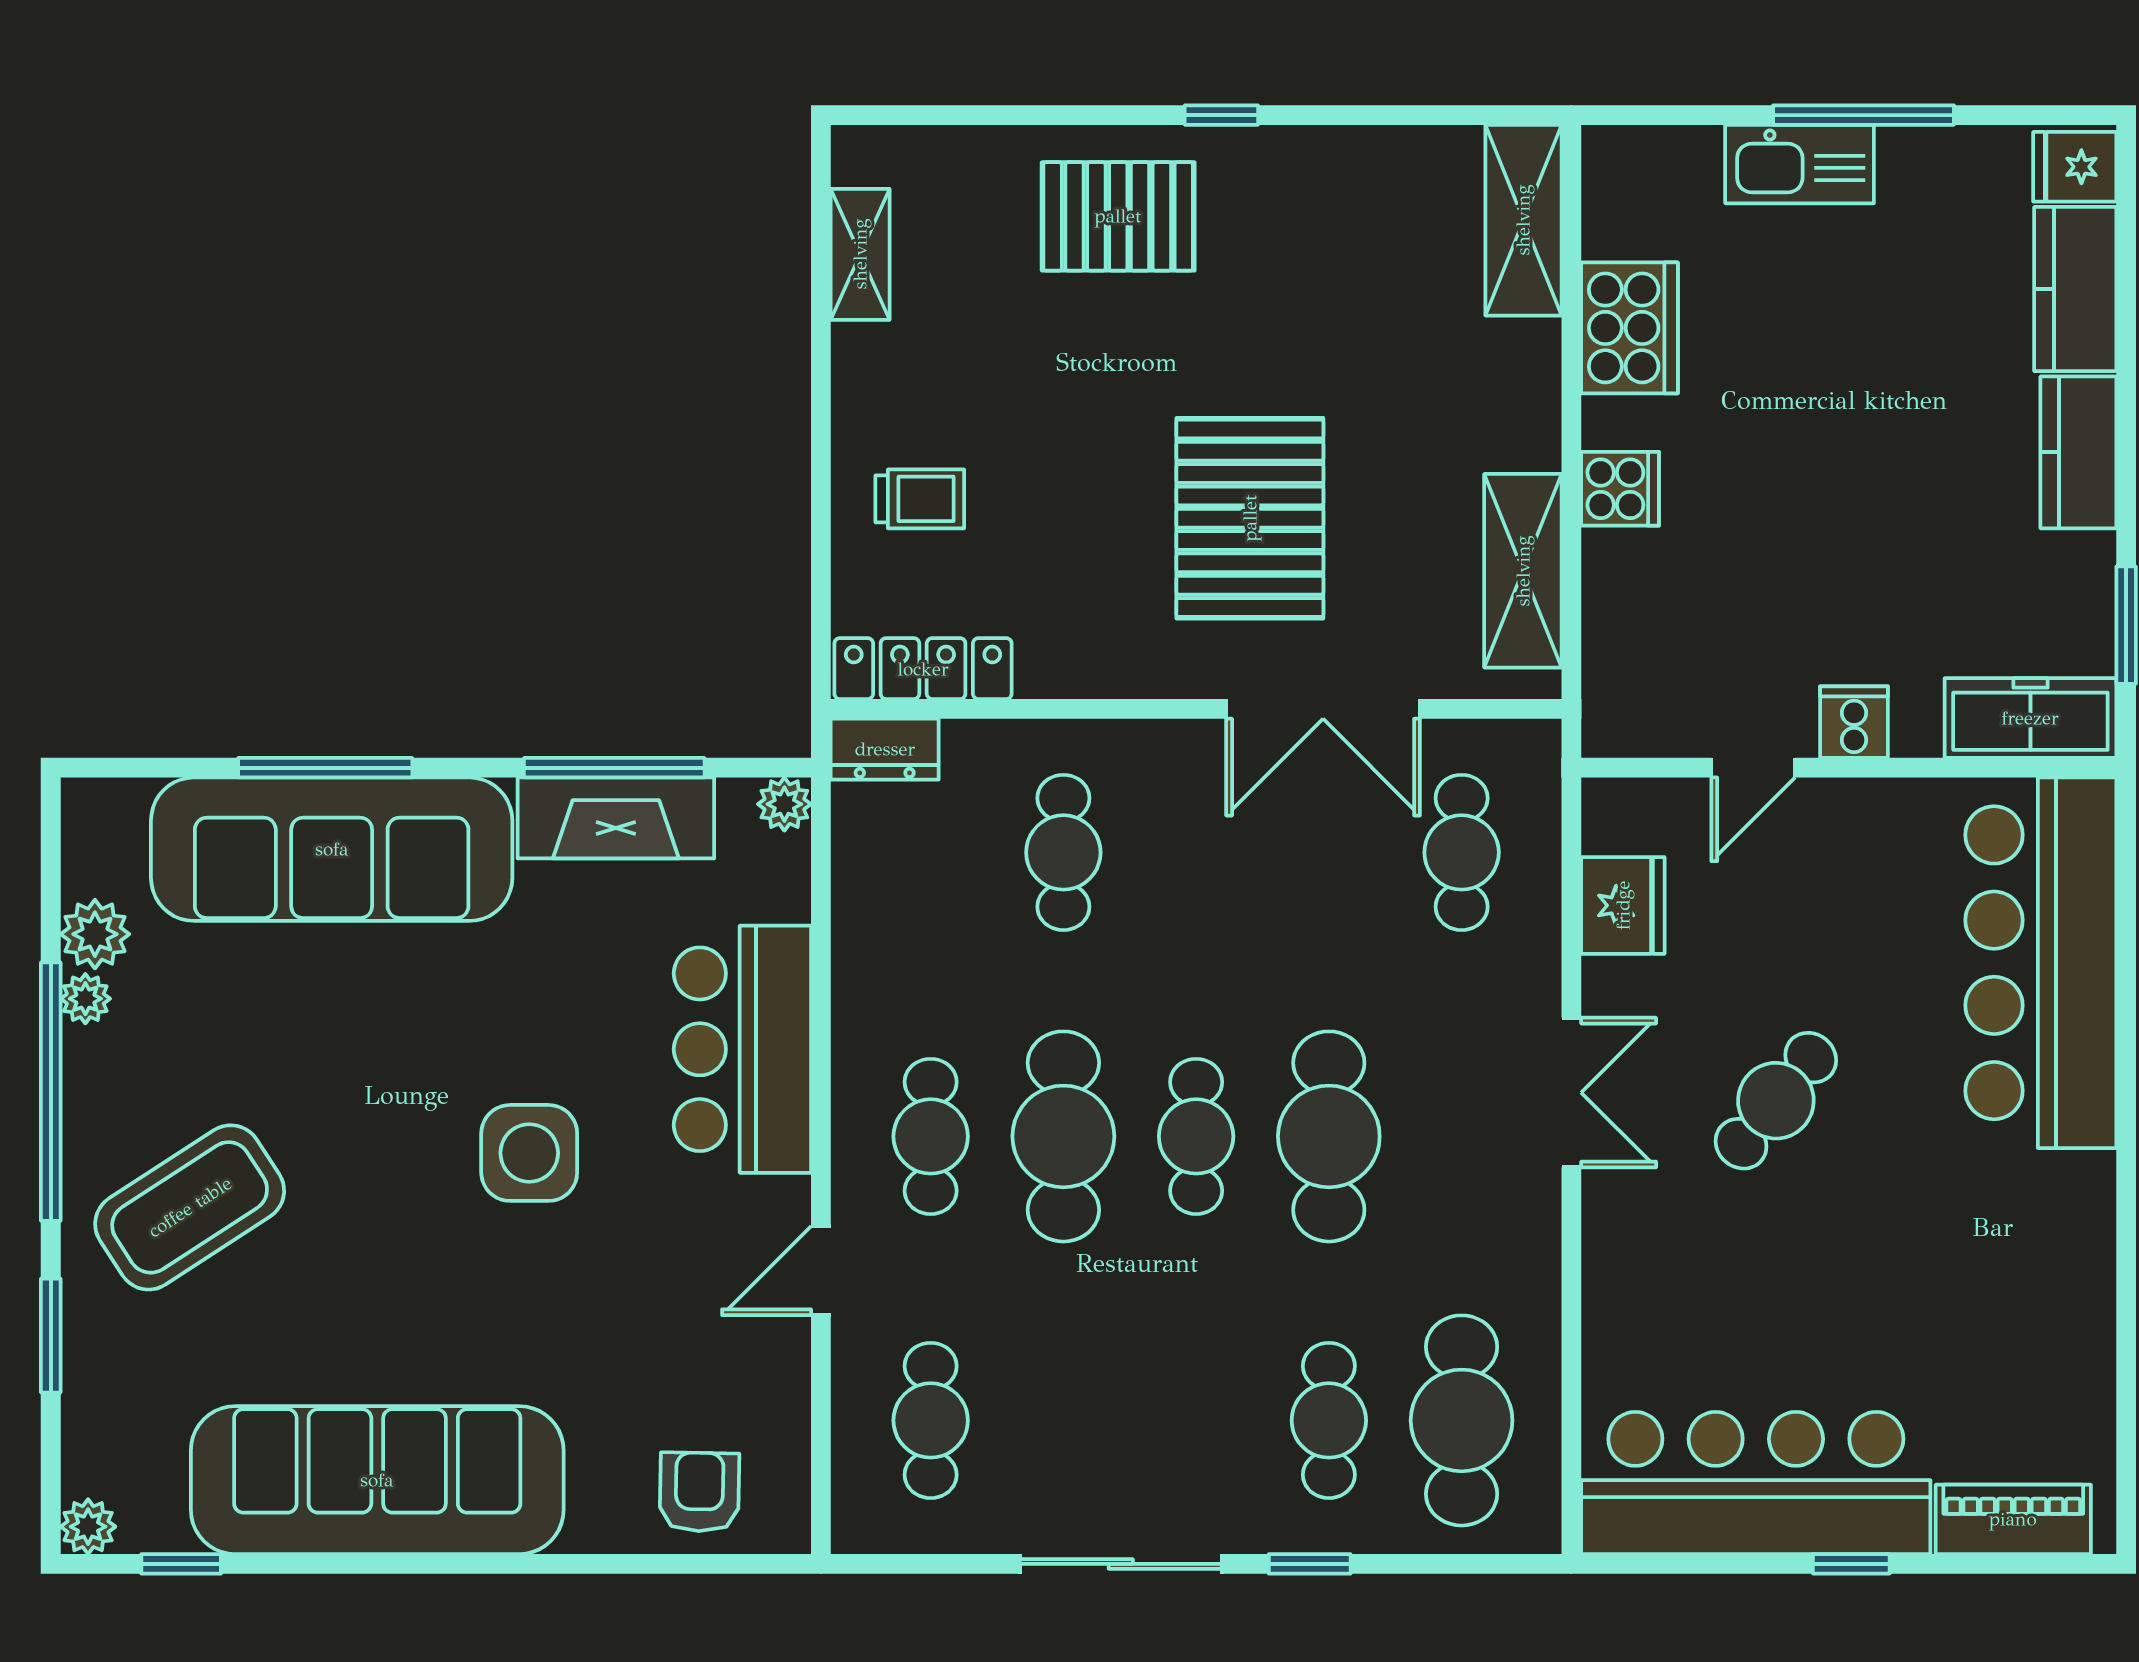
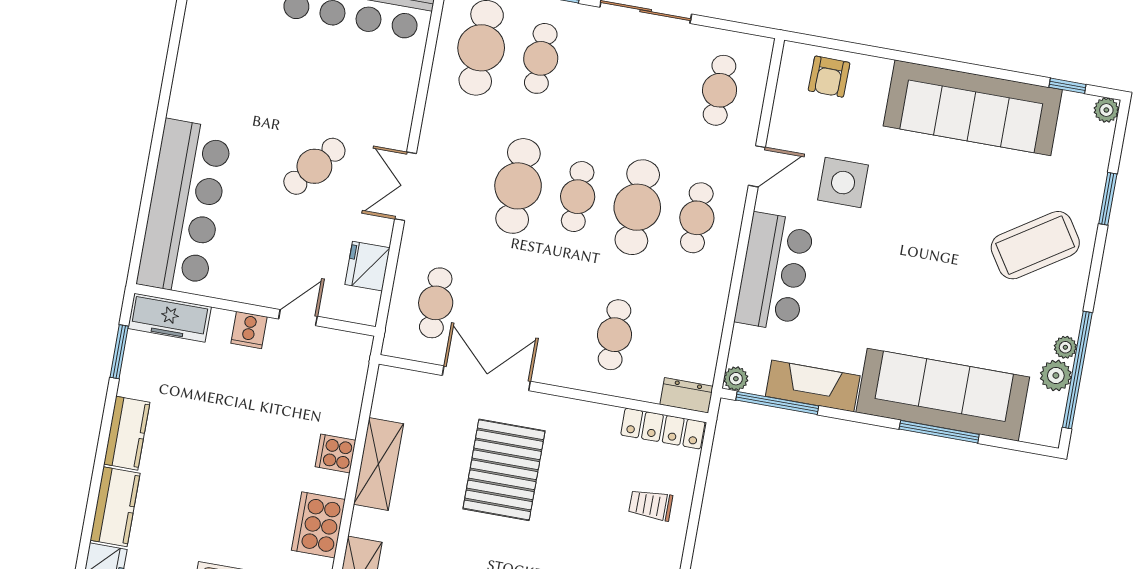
shelving: (1523, 571) -> (379, 464), moved
window: (614, 768) -> (777, 403), moved
window: (51, 1092) -> (1077, 370), moved
side table: (529, 1153) -> (843, 183), moved

